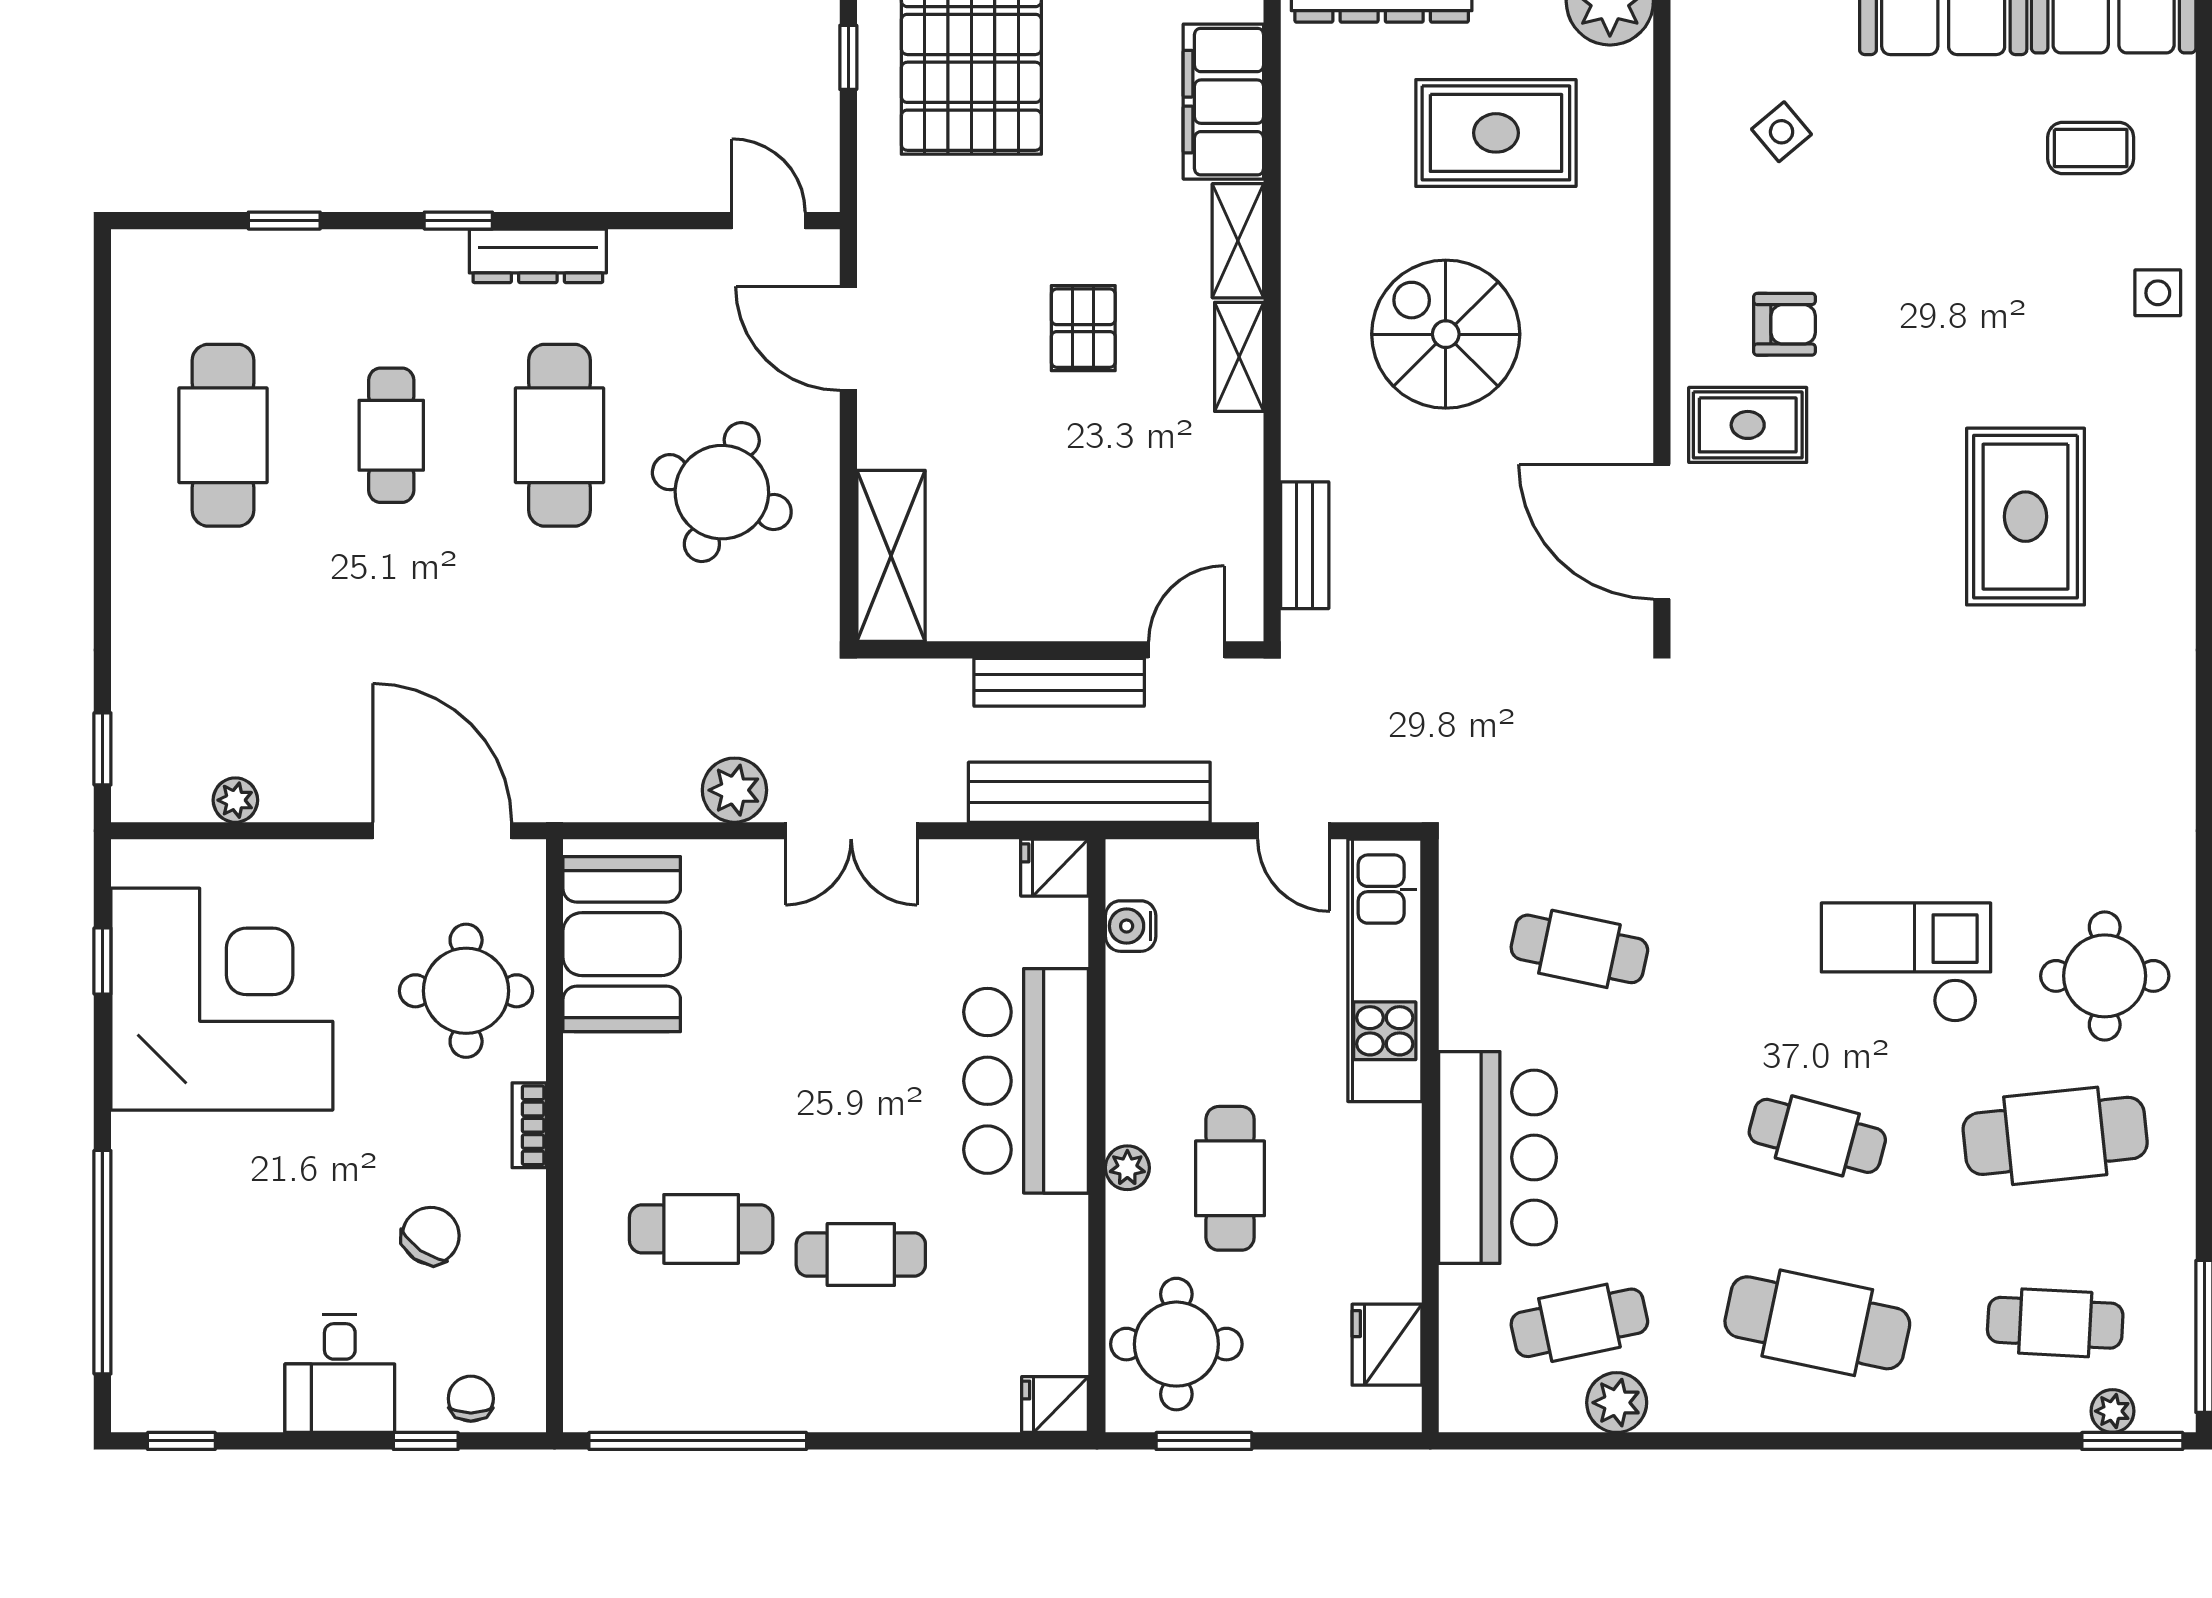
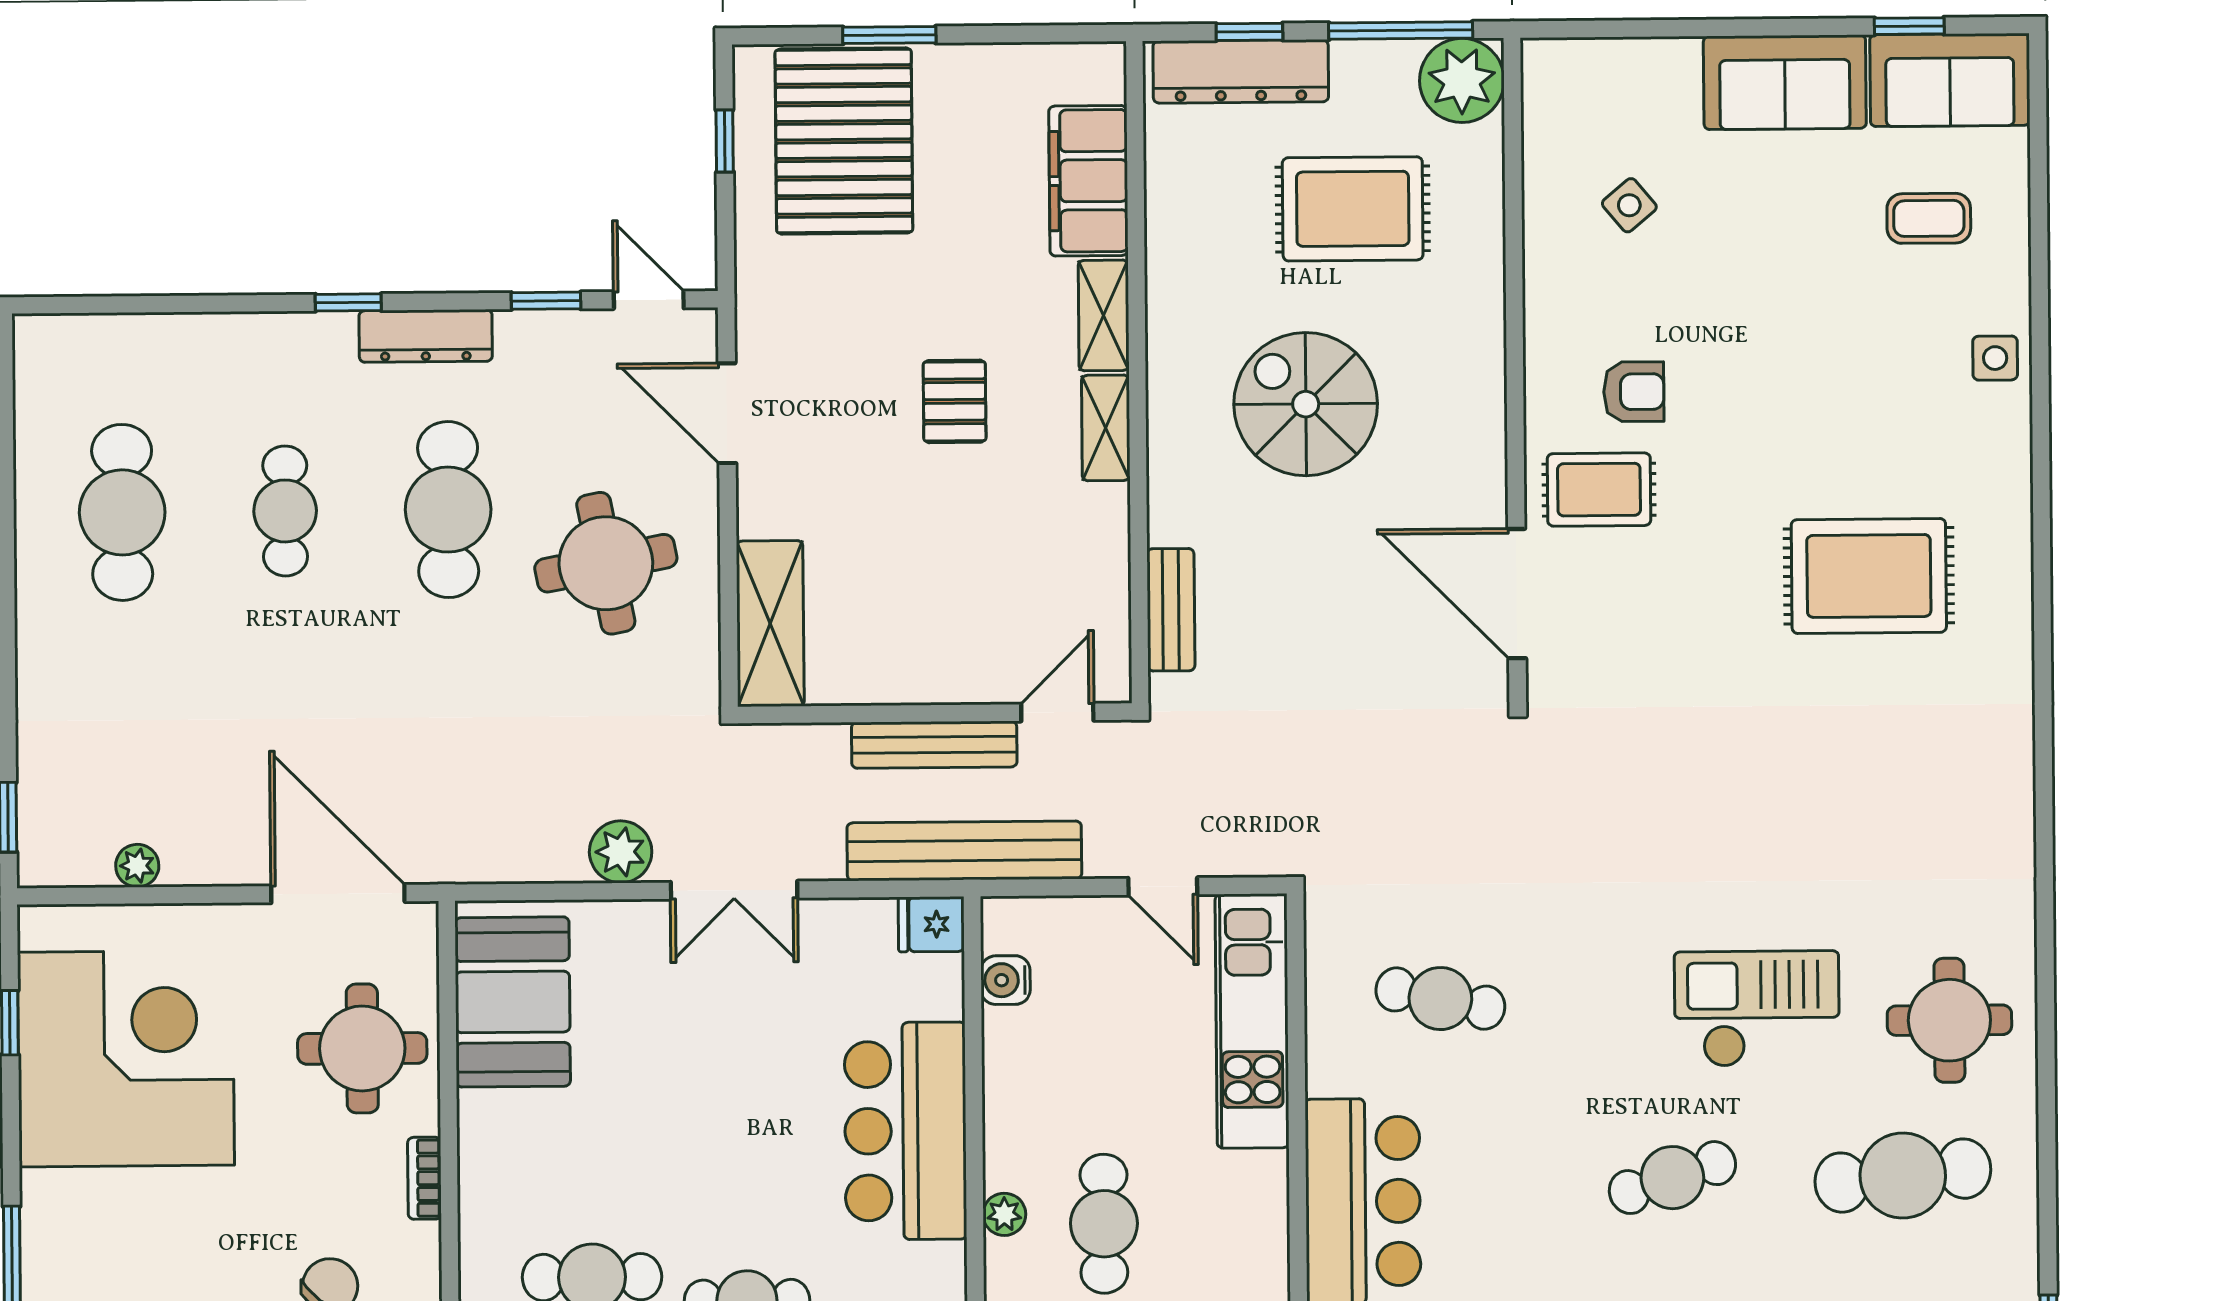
window: (284, 221) -> (546, 301), moved
round table: (722, 492) -> (606, 563), turned -32
rug: (2025, 517) -> (1869, 576), turned 90
cafe table: (1817, 1136) -> (1672, 1178), turned -33

